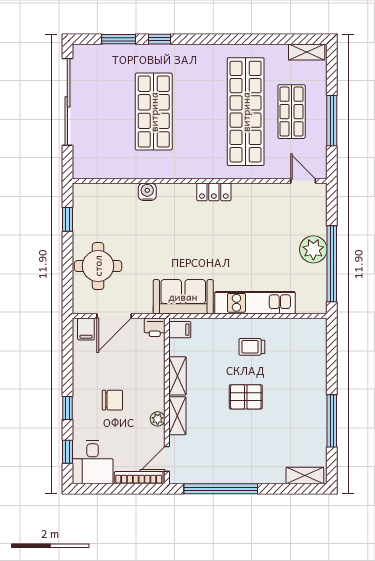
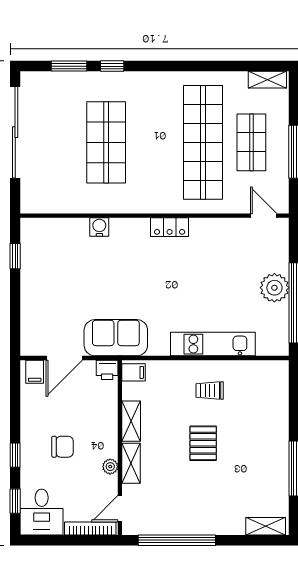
round table: (98, 266) -> (47, 305), removed
sofa: (183, 297) -> (116, 338), moved
pallet: (246, 397) -> (203, 443), turned 90

